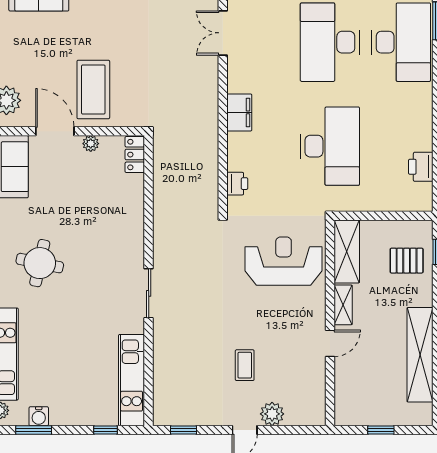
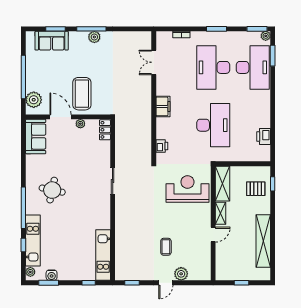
sliding door: (149, 293) -> (113, 181), moved

